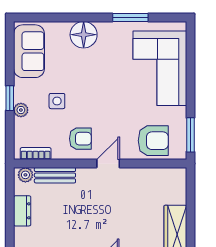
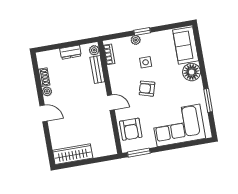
sofa: (29, 51) -> (186, 45), moved, turned 90
armchair: (80, 139) -> (147, 89), moved, turned 106

